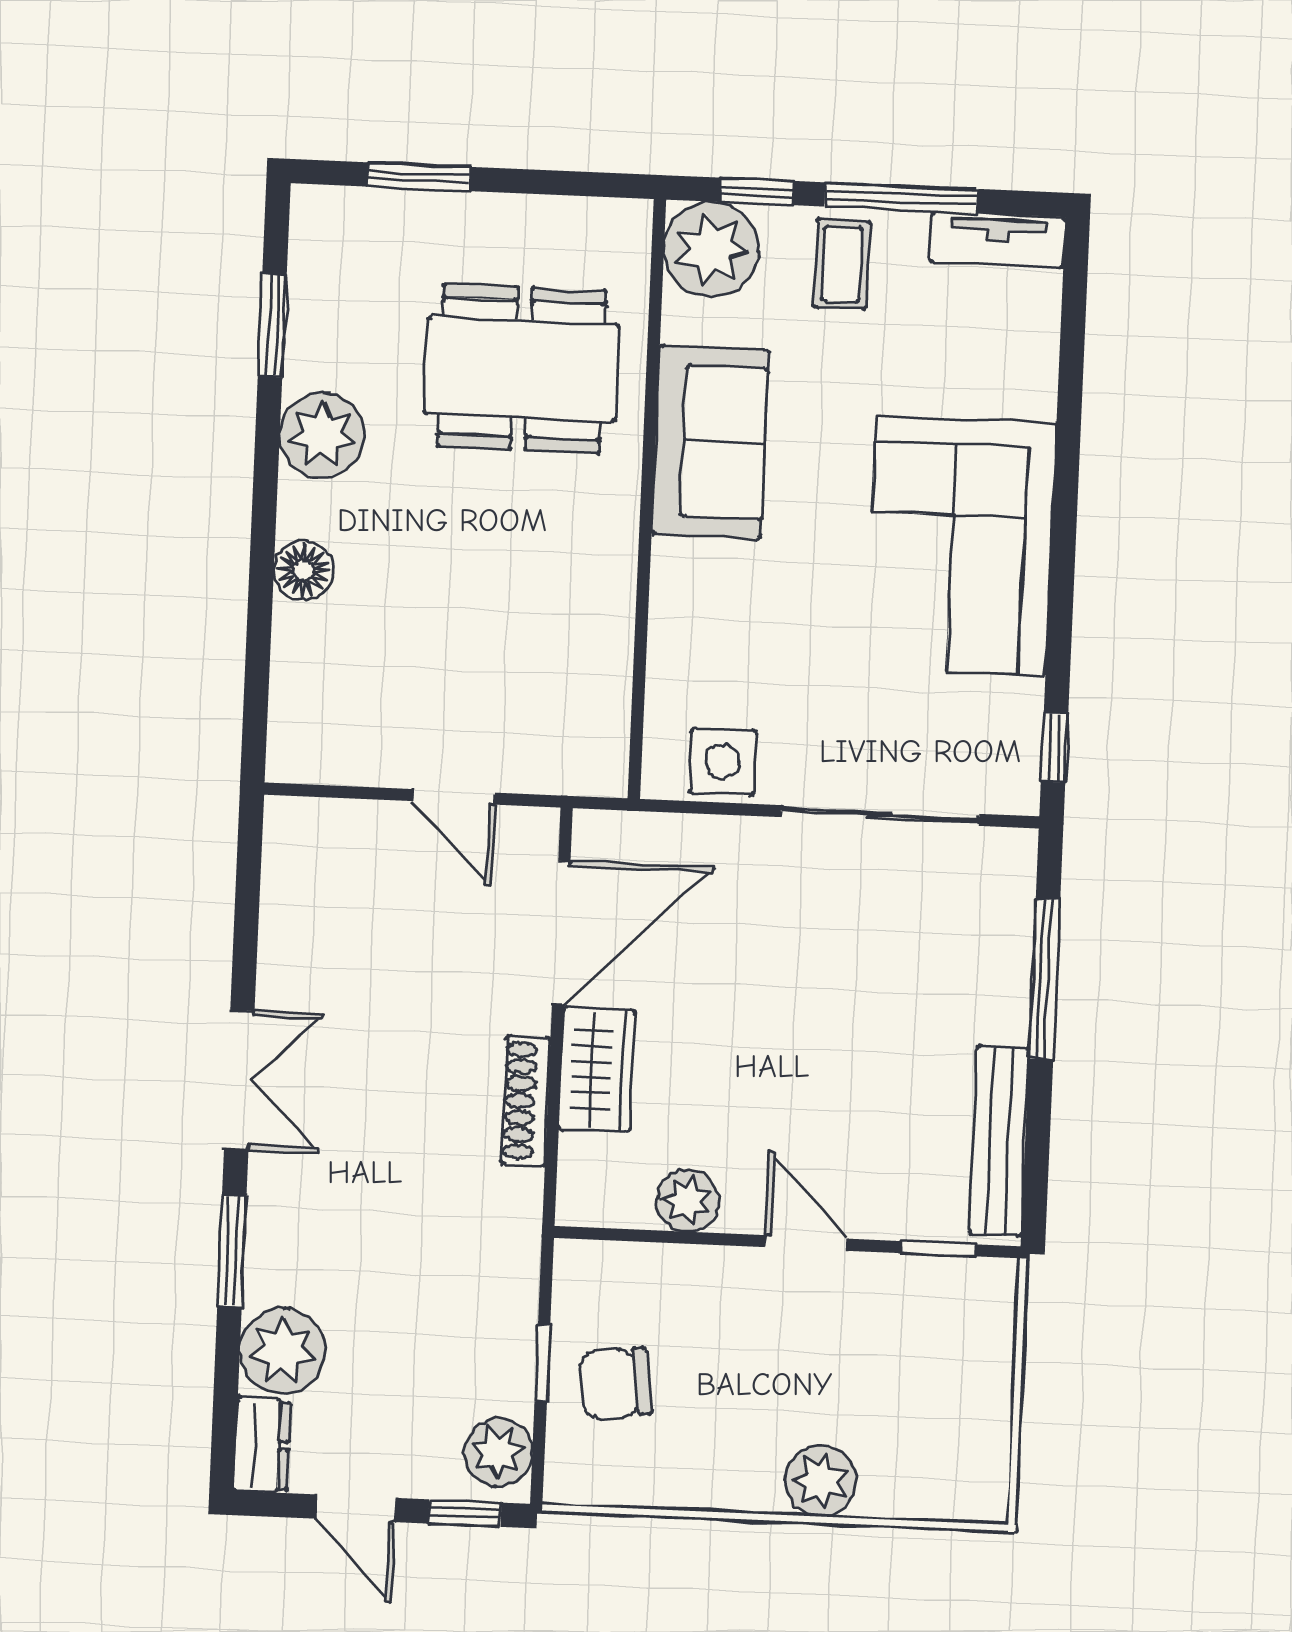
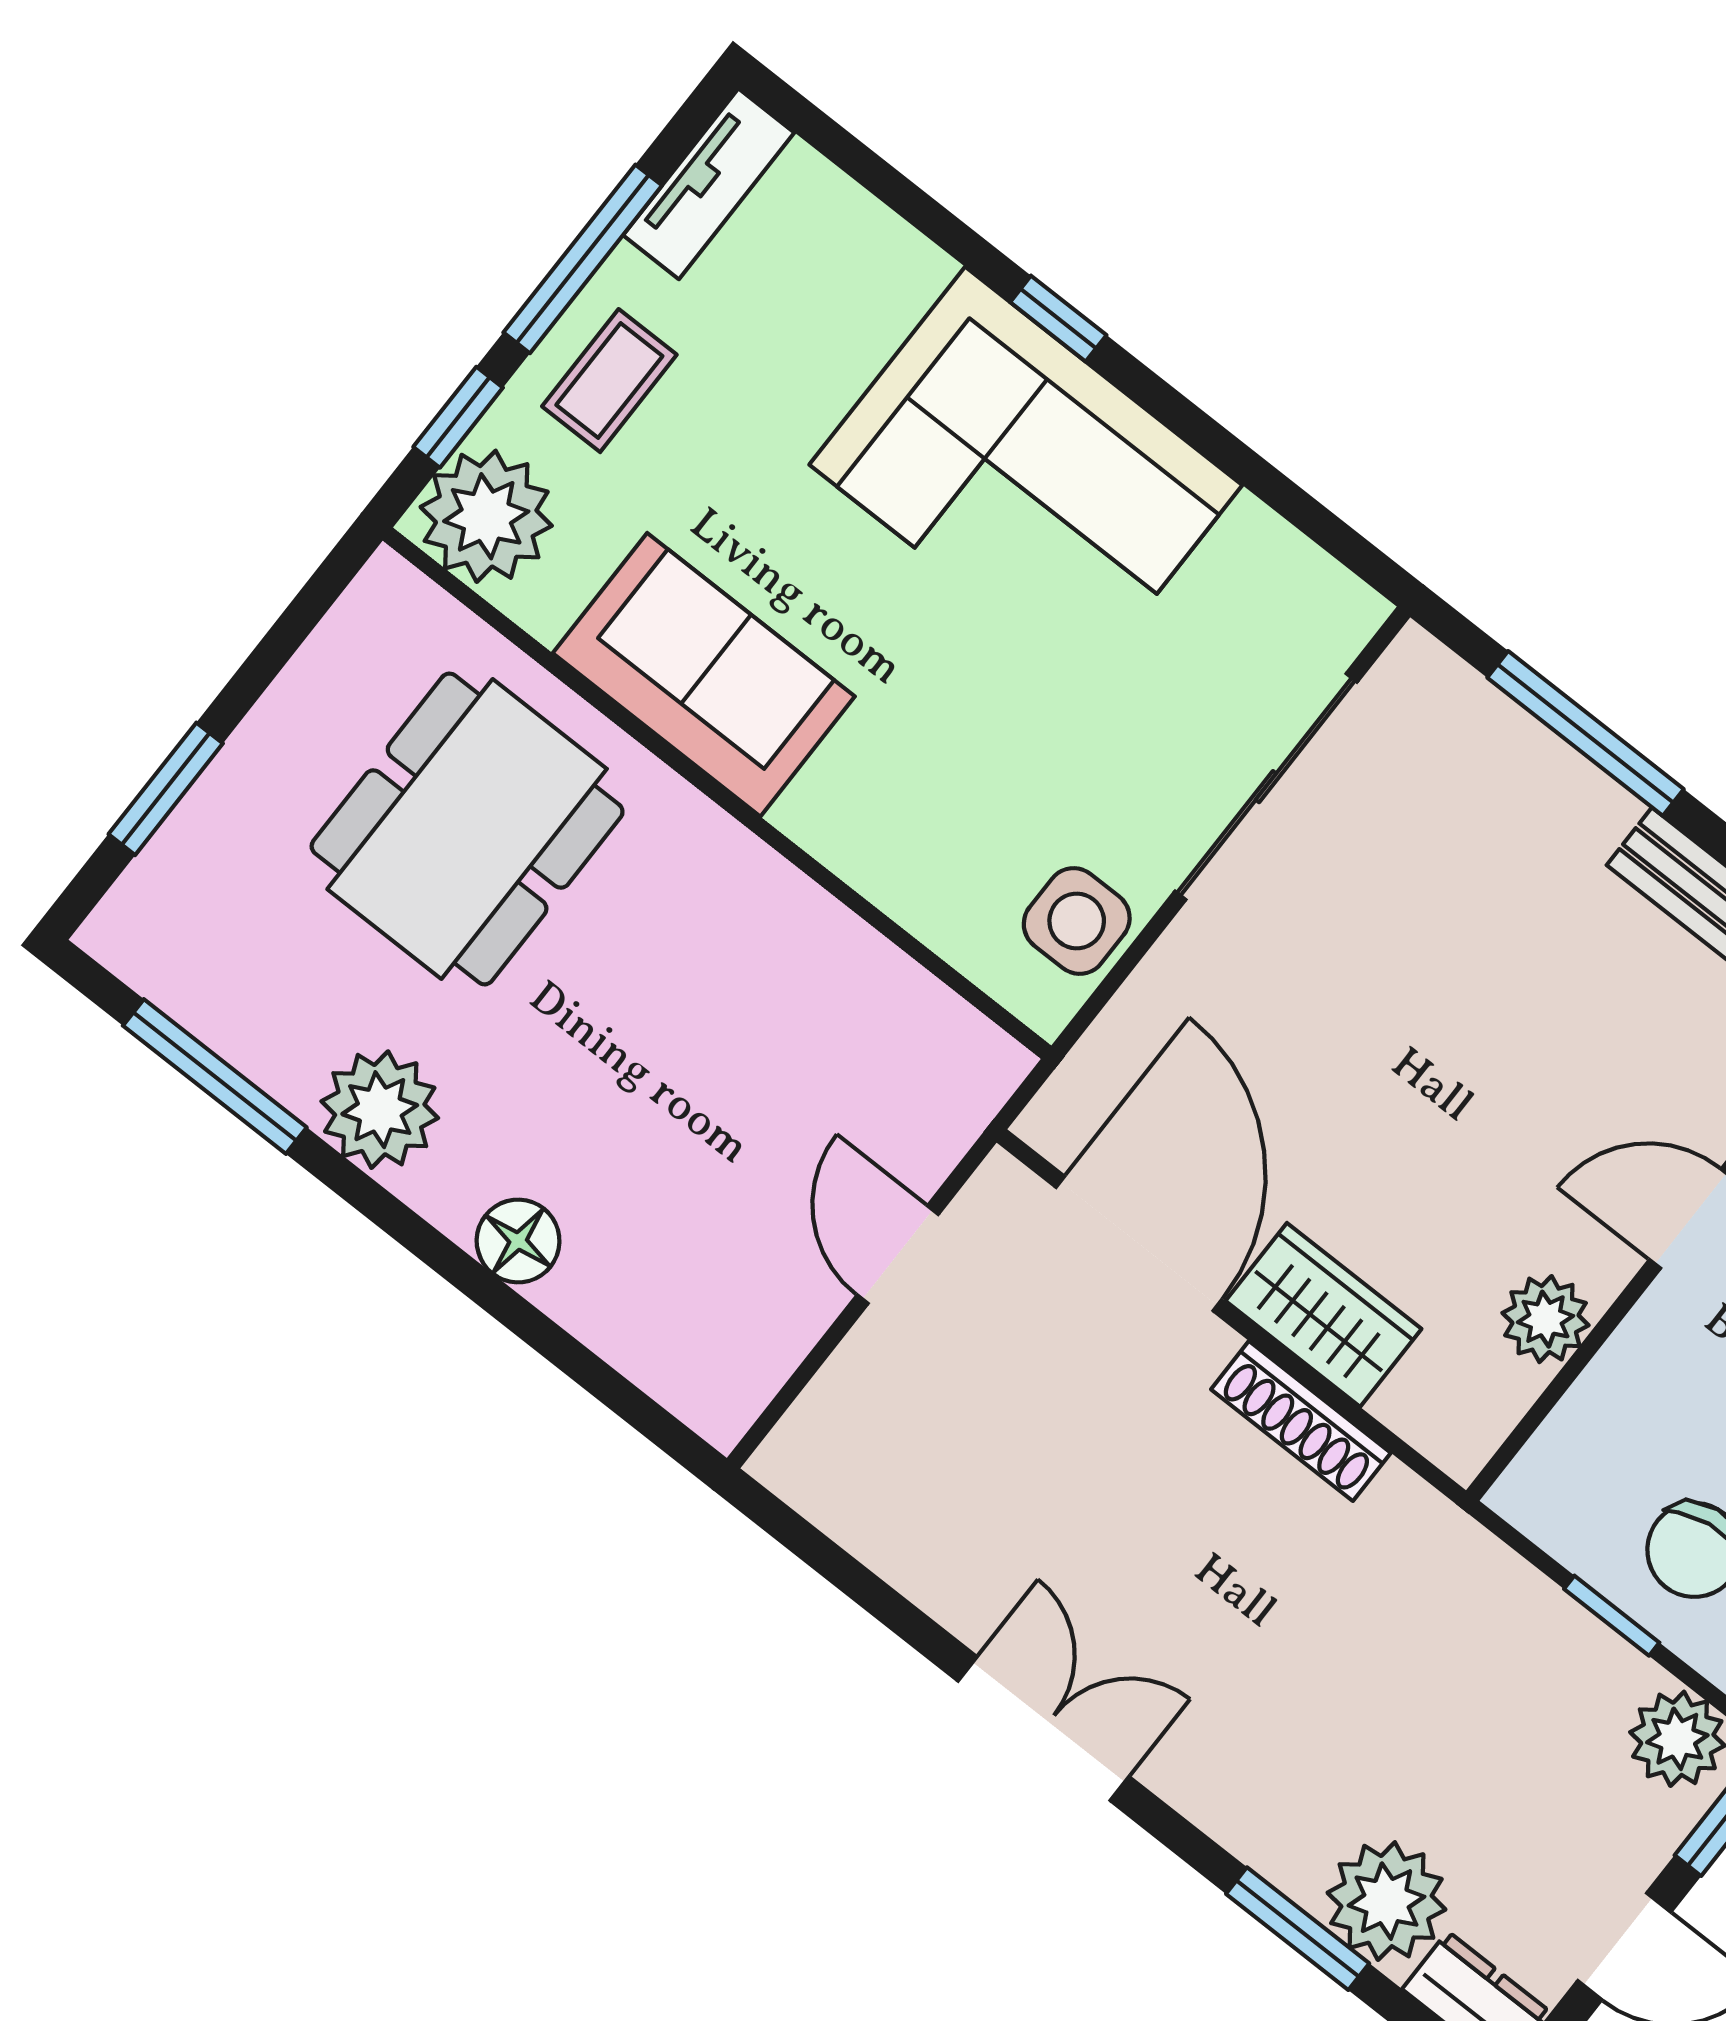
coffee table: (842, 264) -> (609, 381), turned 90
window: (272, 325) -> (215, 1077), width x1.44
window: (1055, 748) -> (1058, 319), moved
door: (454, 797) -> (898, 1255), swing flipped
window: (232, 1250) -> (1298, 1929), moved

